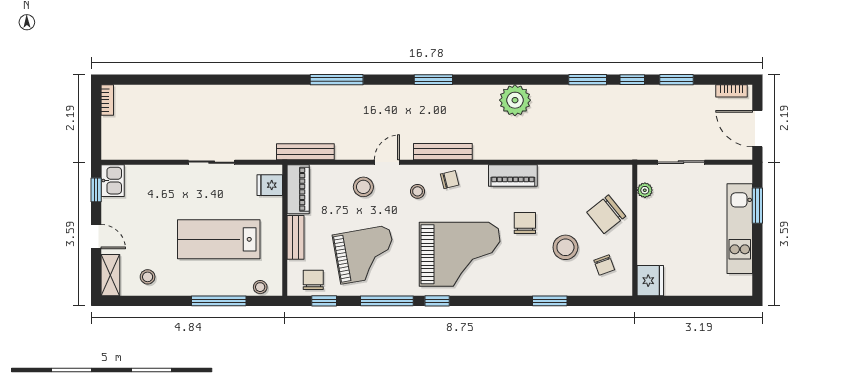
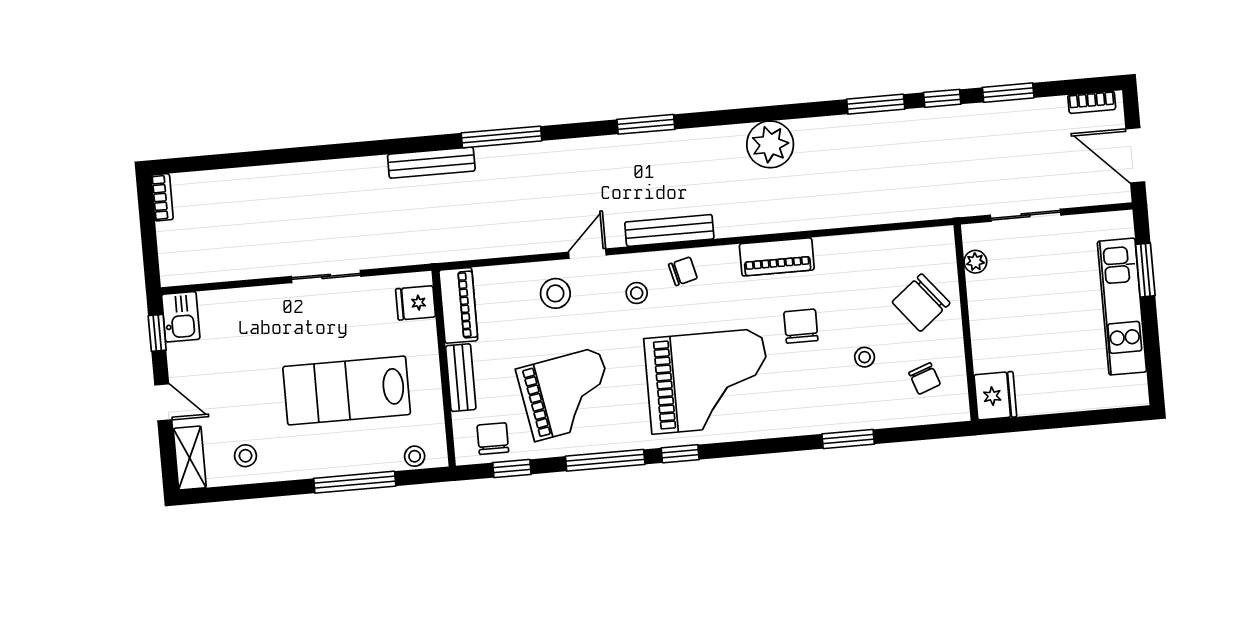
bench: (305, 152) -> (431, 163), moved
stool: (565, 247) -> (865, 357), width x0.53, depth x0.53

